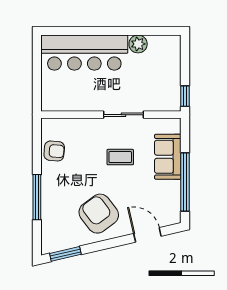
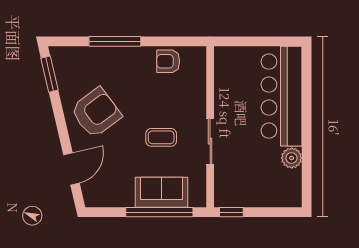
armchair: (54, 151) -> (168, 61), turned 85
coffee table: (120, 157) -> (161, 137), turned 90
window: (185, 182) -> (159, 212), moved

